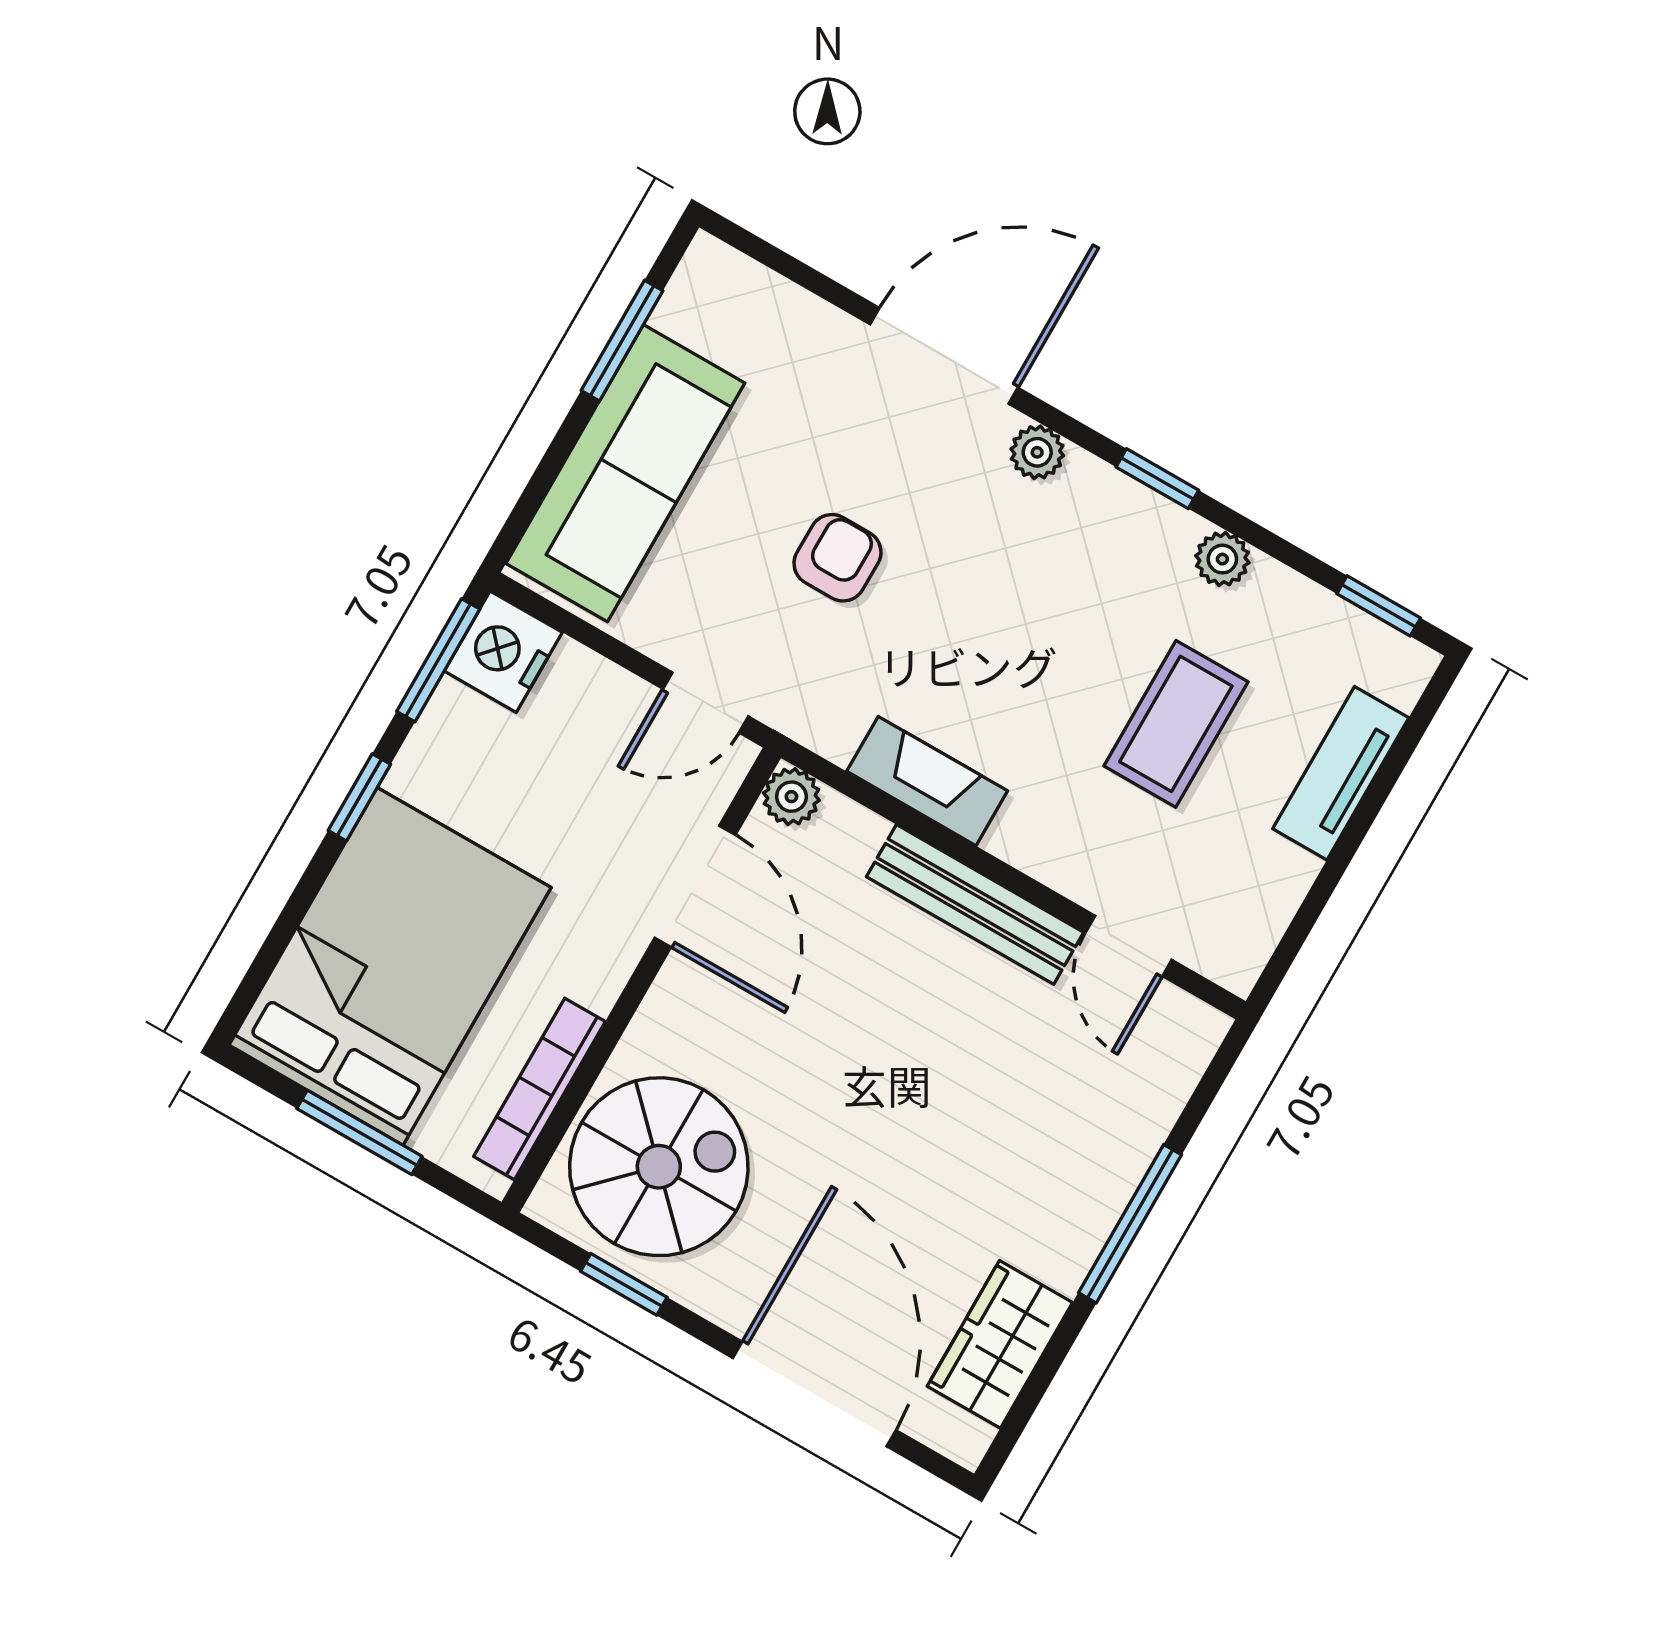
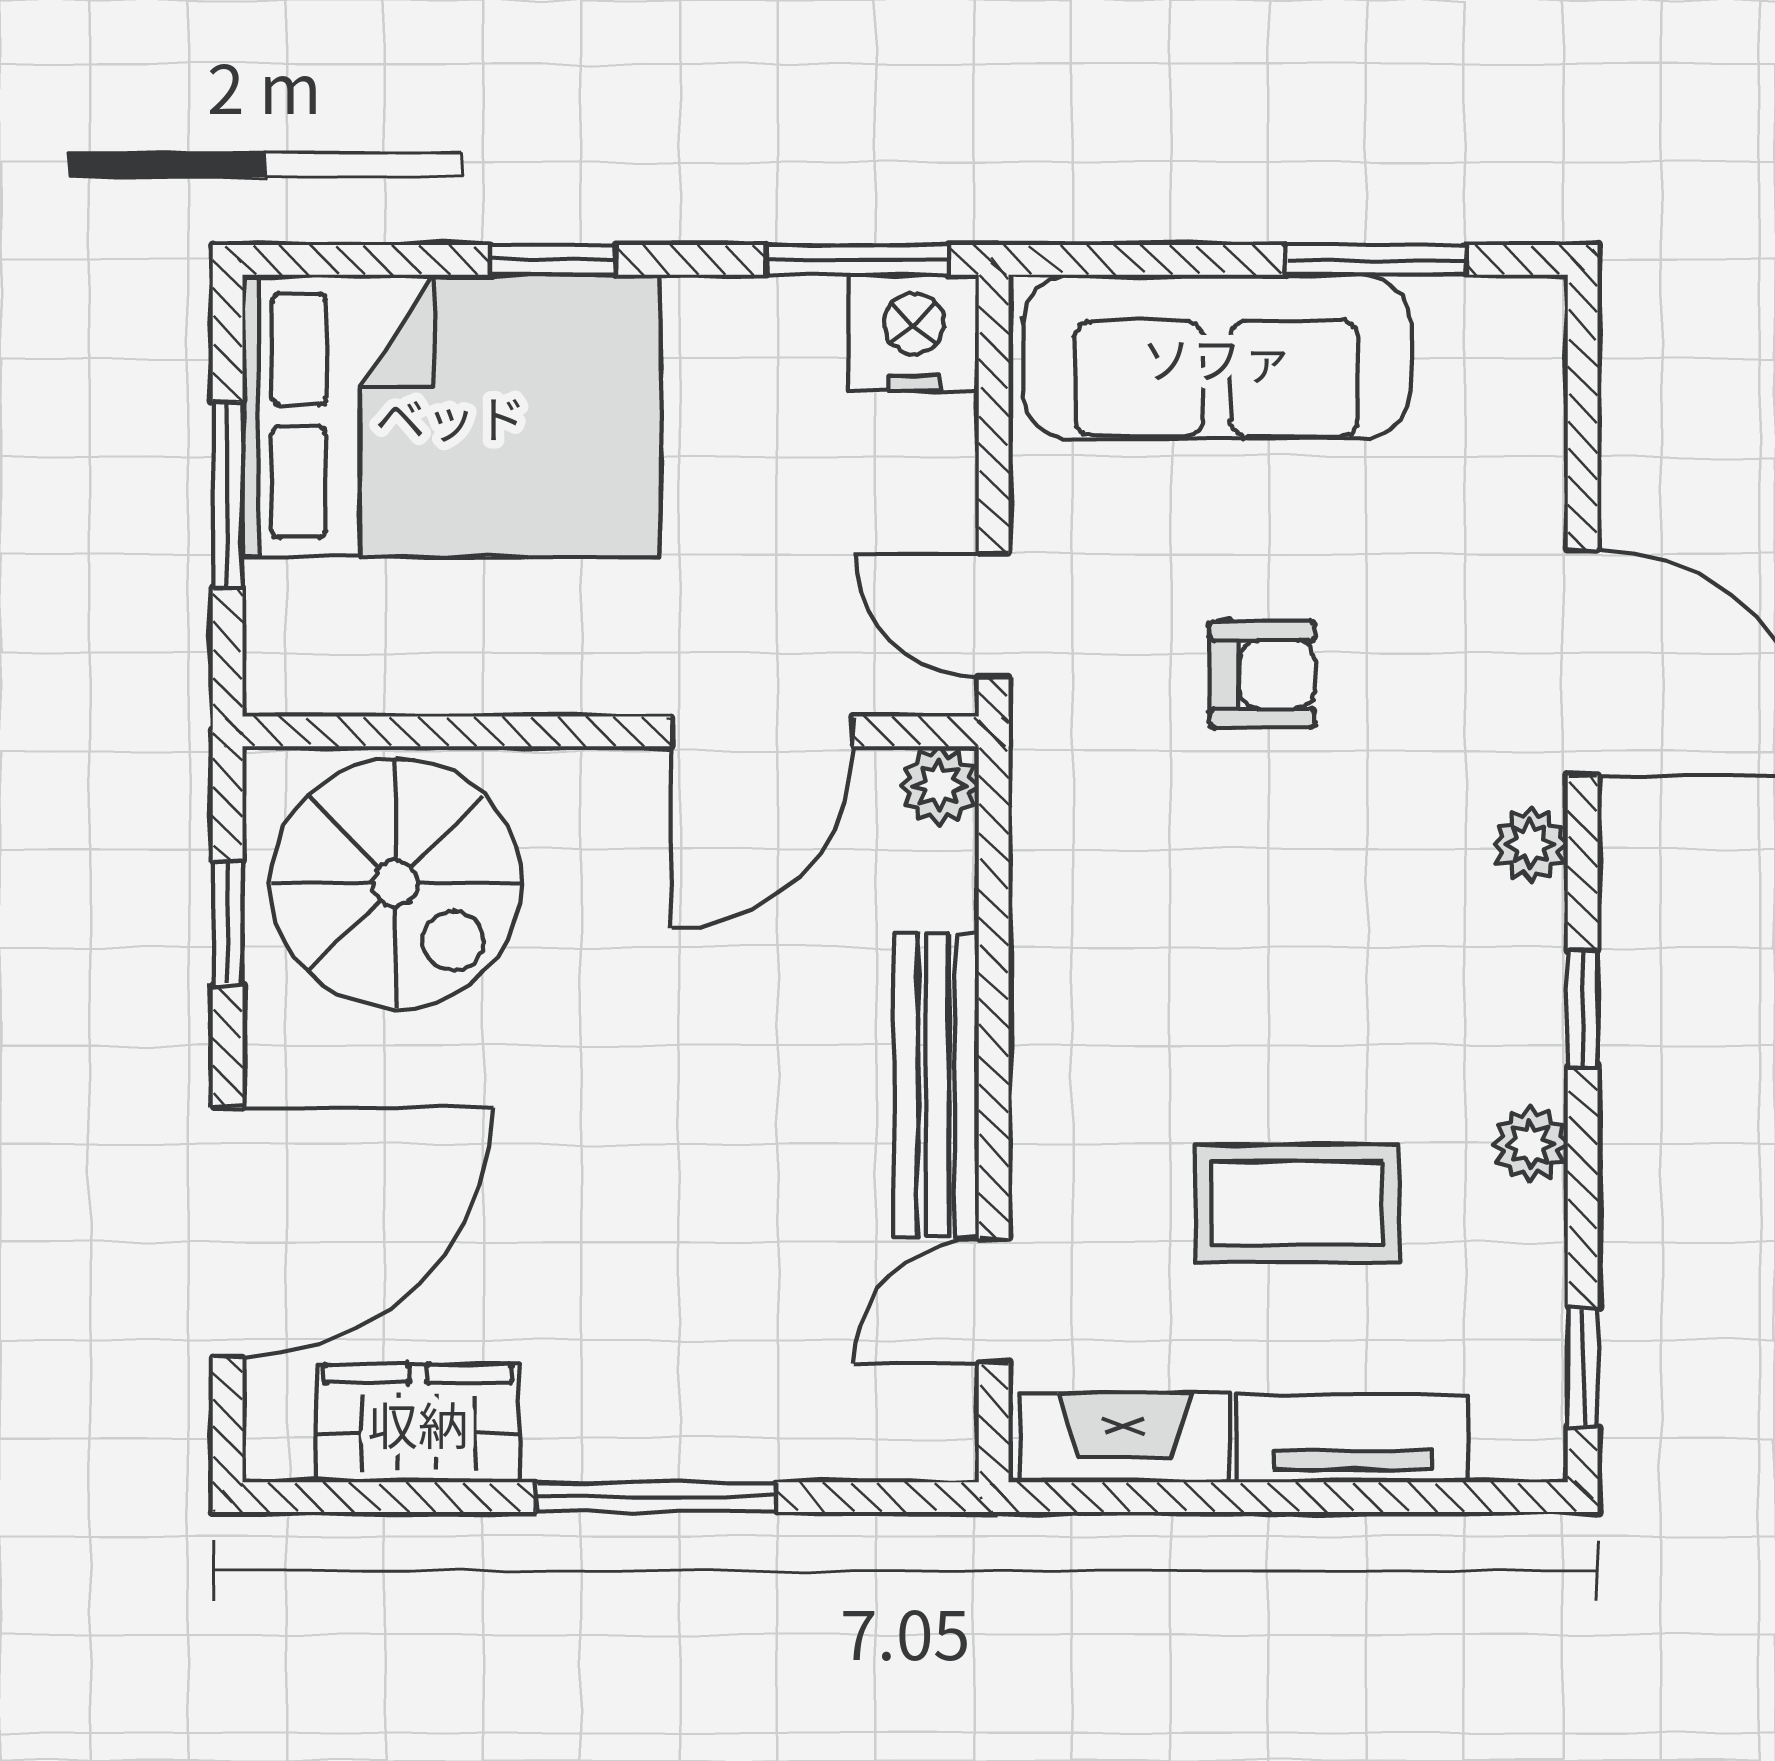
fireplace: (927, 781) -> (1124, 1438), moved, turned -90
window: (359, 797) -> (553, 260), moved
bookcase: (540, 1089) -> (407, 684), removed

